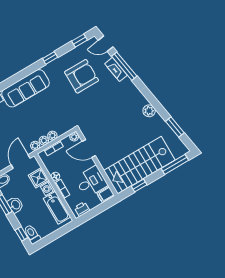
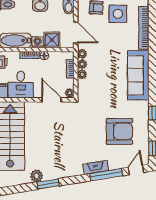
fireplace: (116, 69) -> (96, 167), moved
armchair: (82, 76) -> (119, 131), turned -90
plant: (149, 111) -> (37, 176), moved
window: (175, 127) -> (48, 184), moved
door: (89, 149) -> (51, 100), hinge flipped

